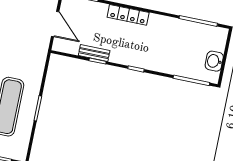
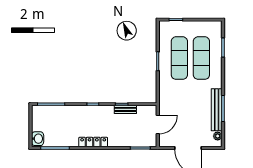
locker: (128, 15) -> (93, 142), moved
door: (55, 24) -> (158, 125), swing flipped
washbasin: (214, 61) -> (38, 139), moved

